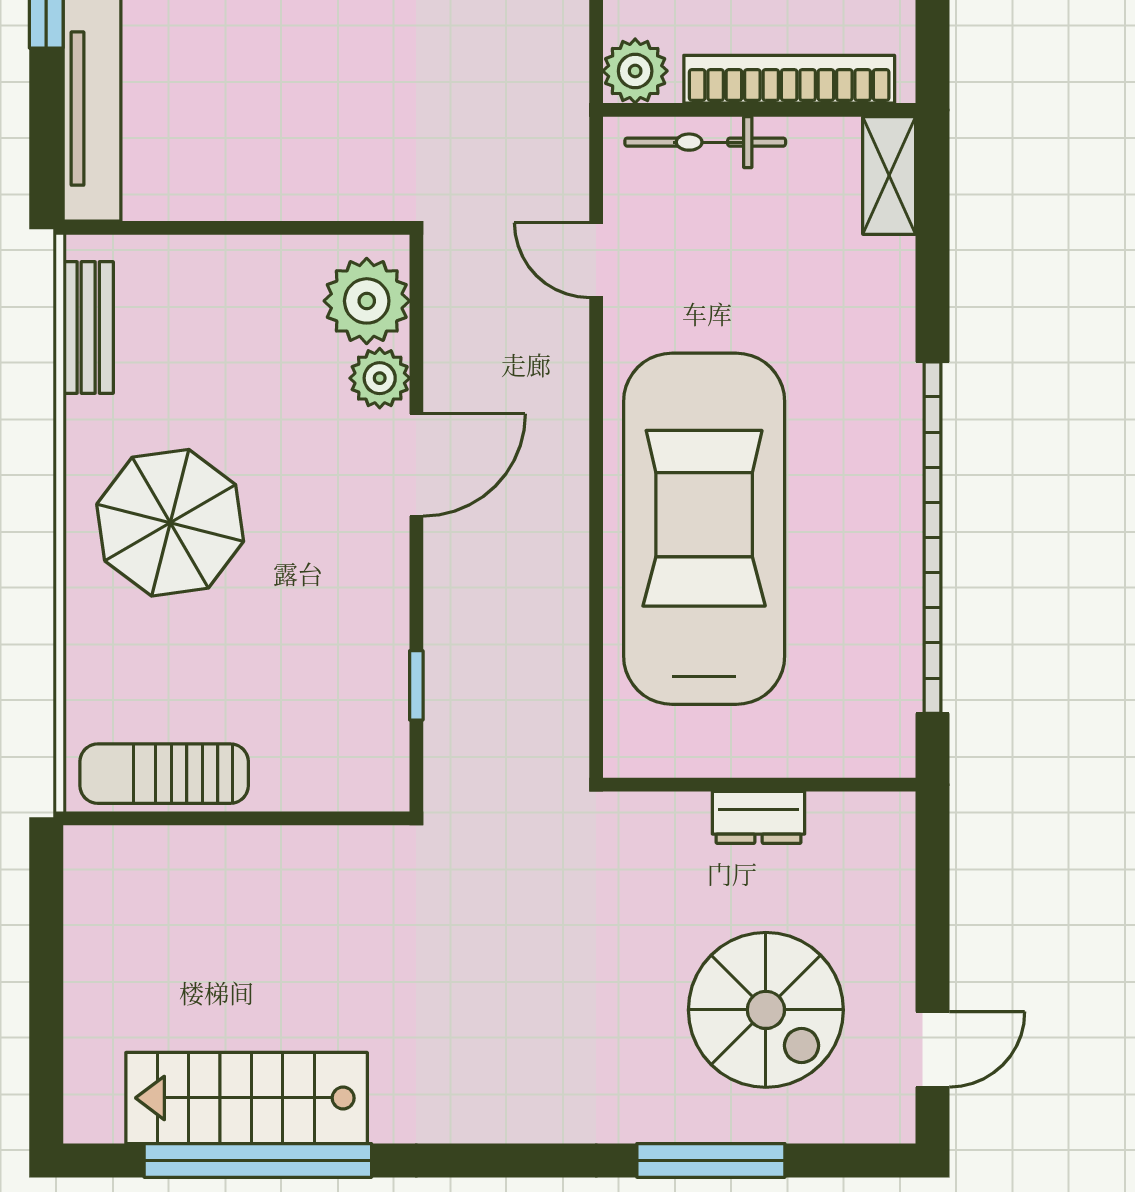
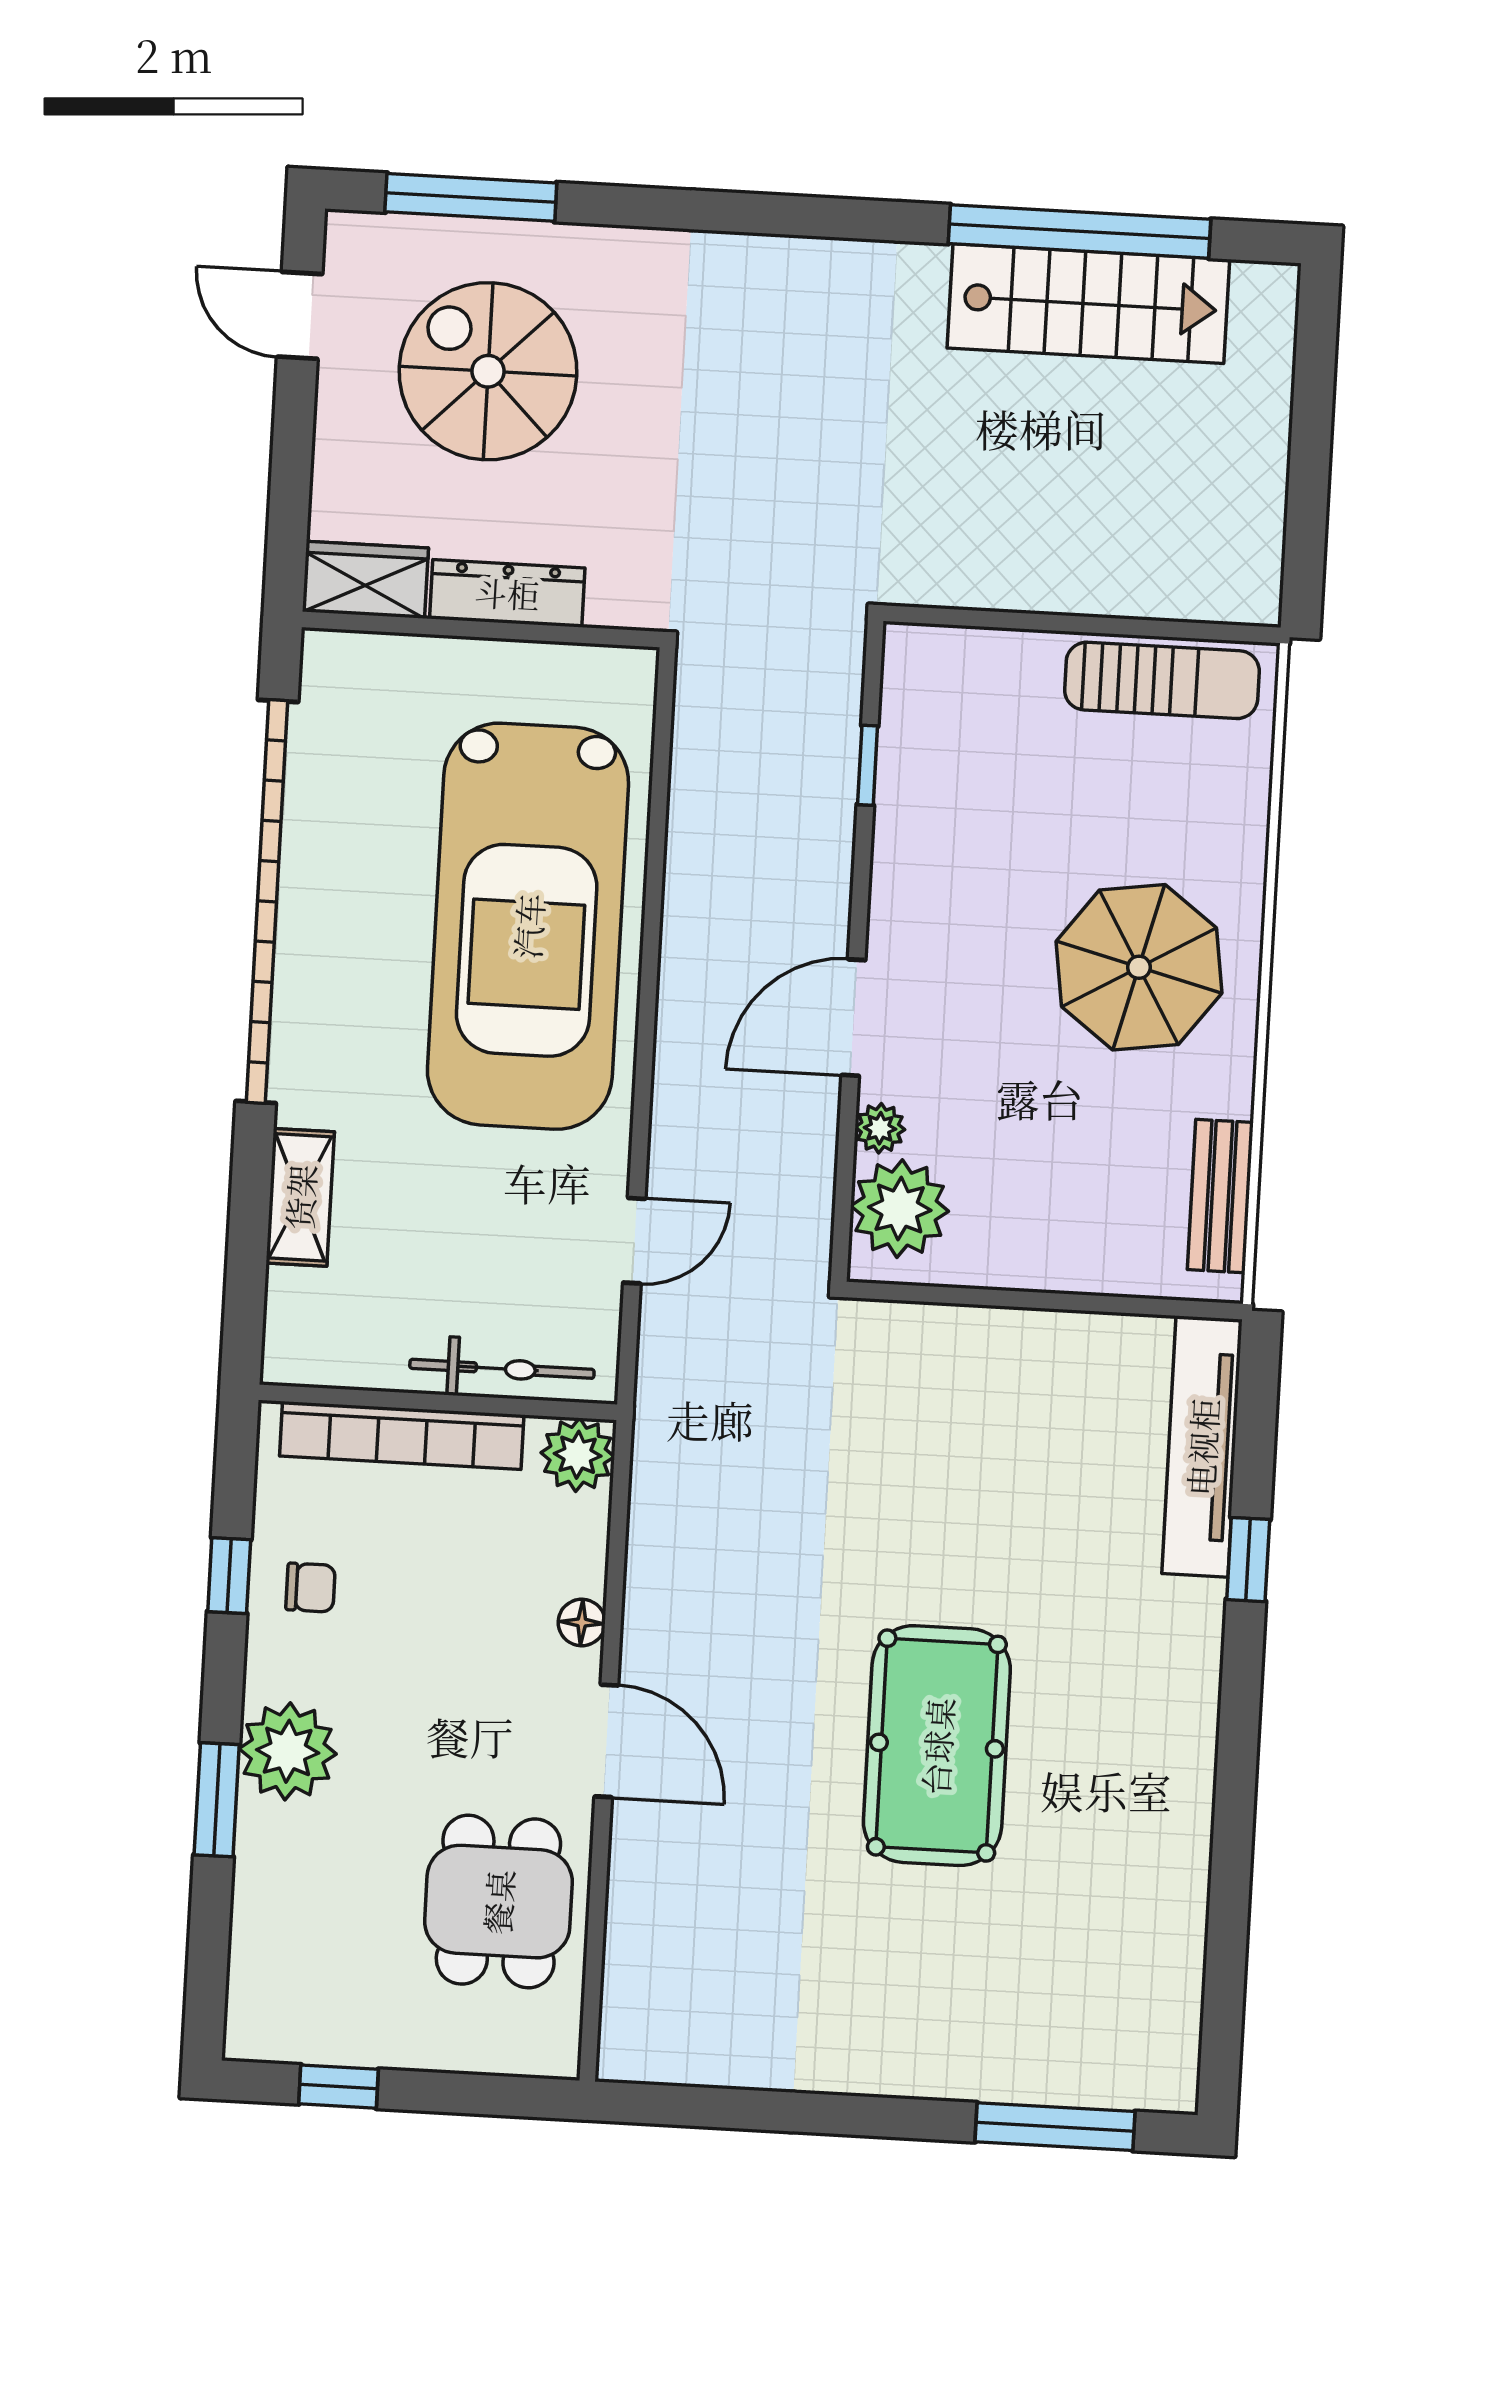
shelving: (889, 175) -> (300, 1197), moved
door: (596, 260) -> (634, 1241), hinge flipped
plant: (380, 378) -> (880, 1128), width x0.73, depth x0.73
dresser: (759, 817) -> (507, 593), width x1.44
wardrobe: (862, 822) -> (365, 580), added
door: (933, 1049) -> (300, 315), hinge flipped
window: (711, 1160) -> (471, 197), moved

